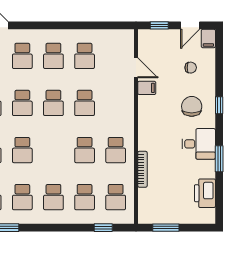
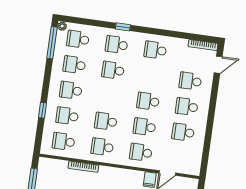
school desk: (22, 103) -> (141, 152), moved
window: (103, 228) -> (42, 110), moved

